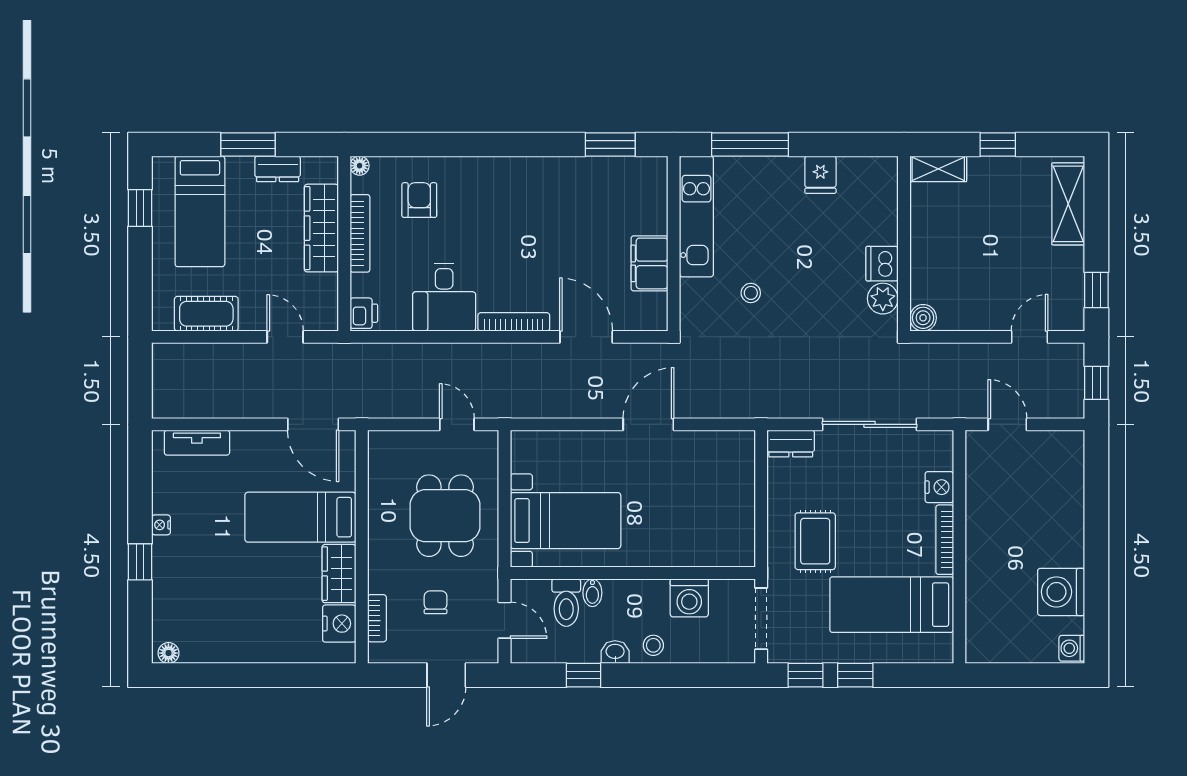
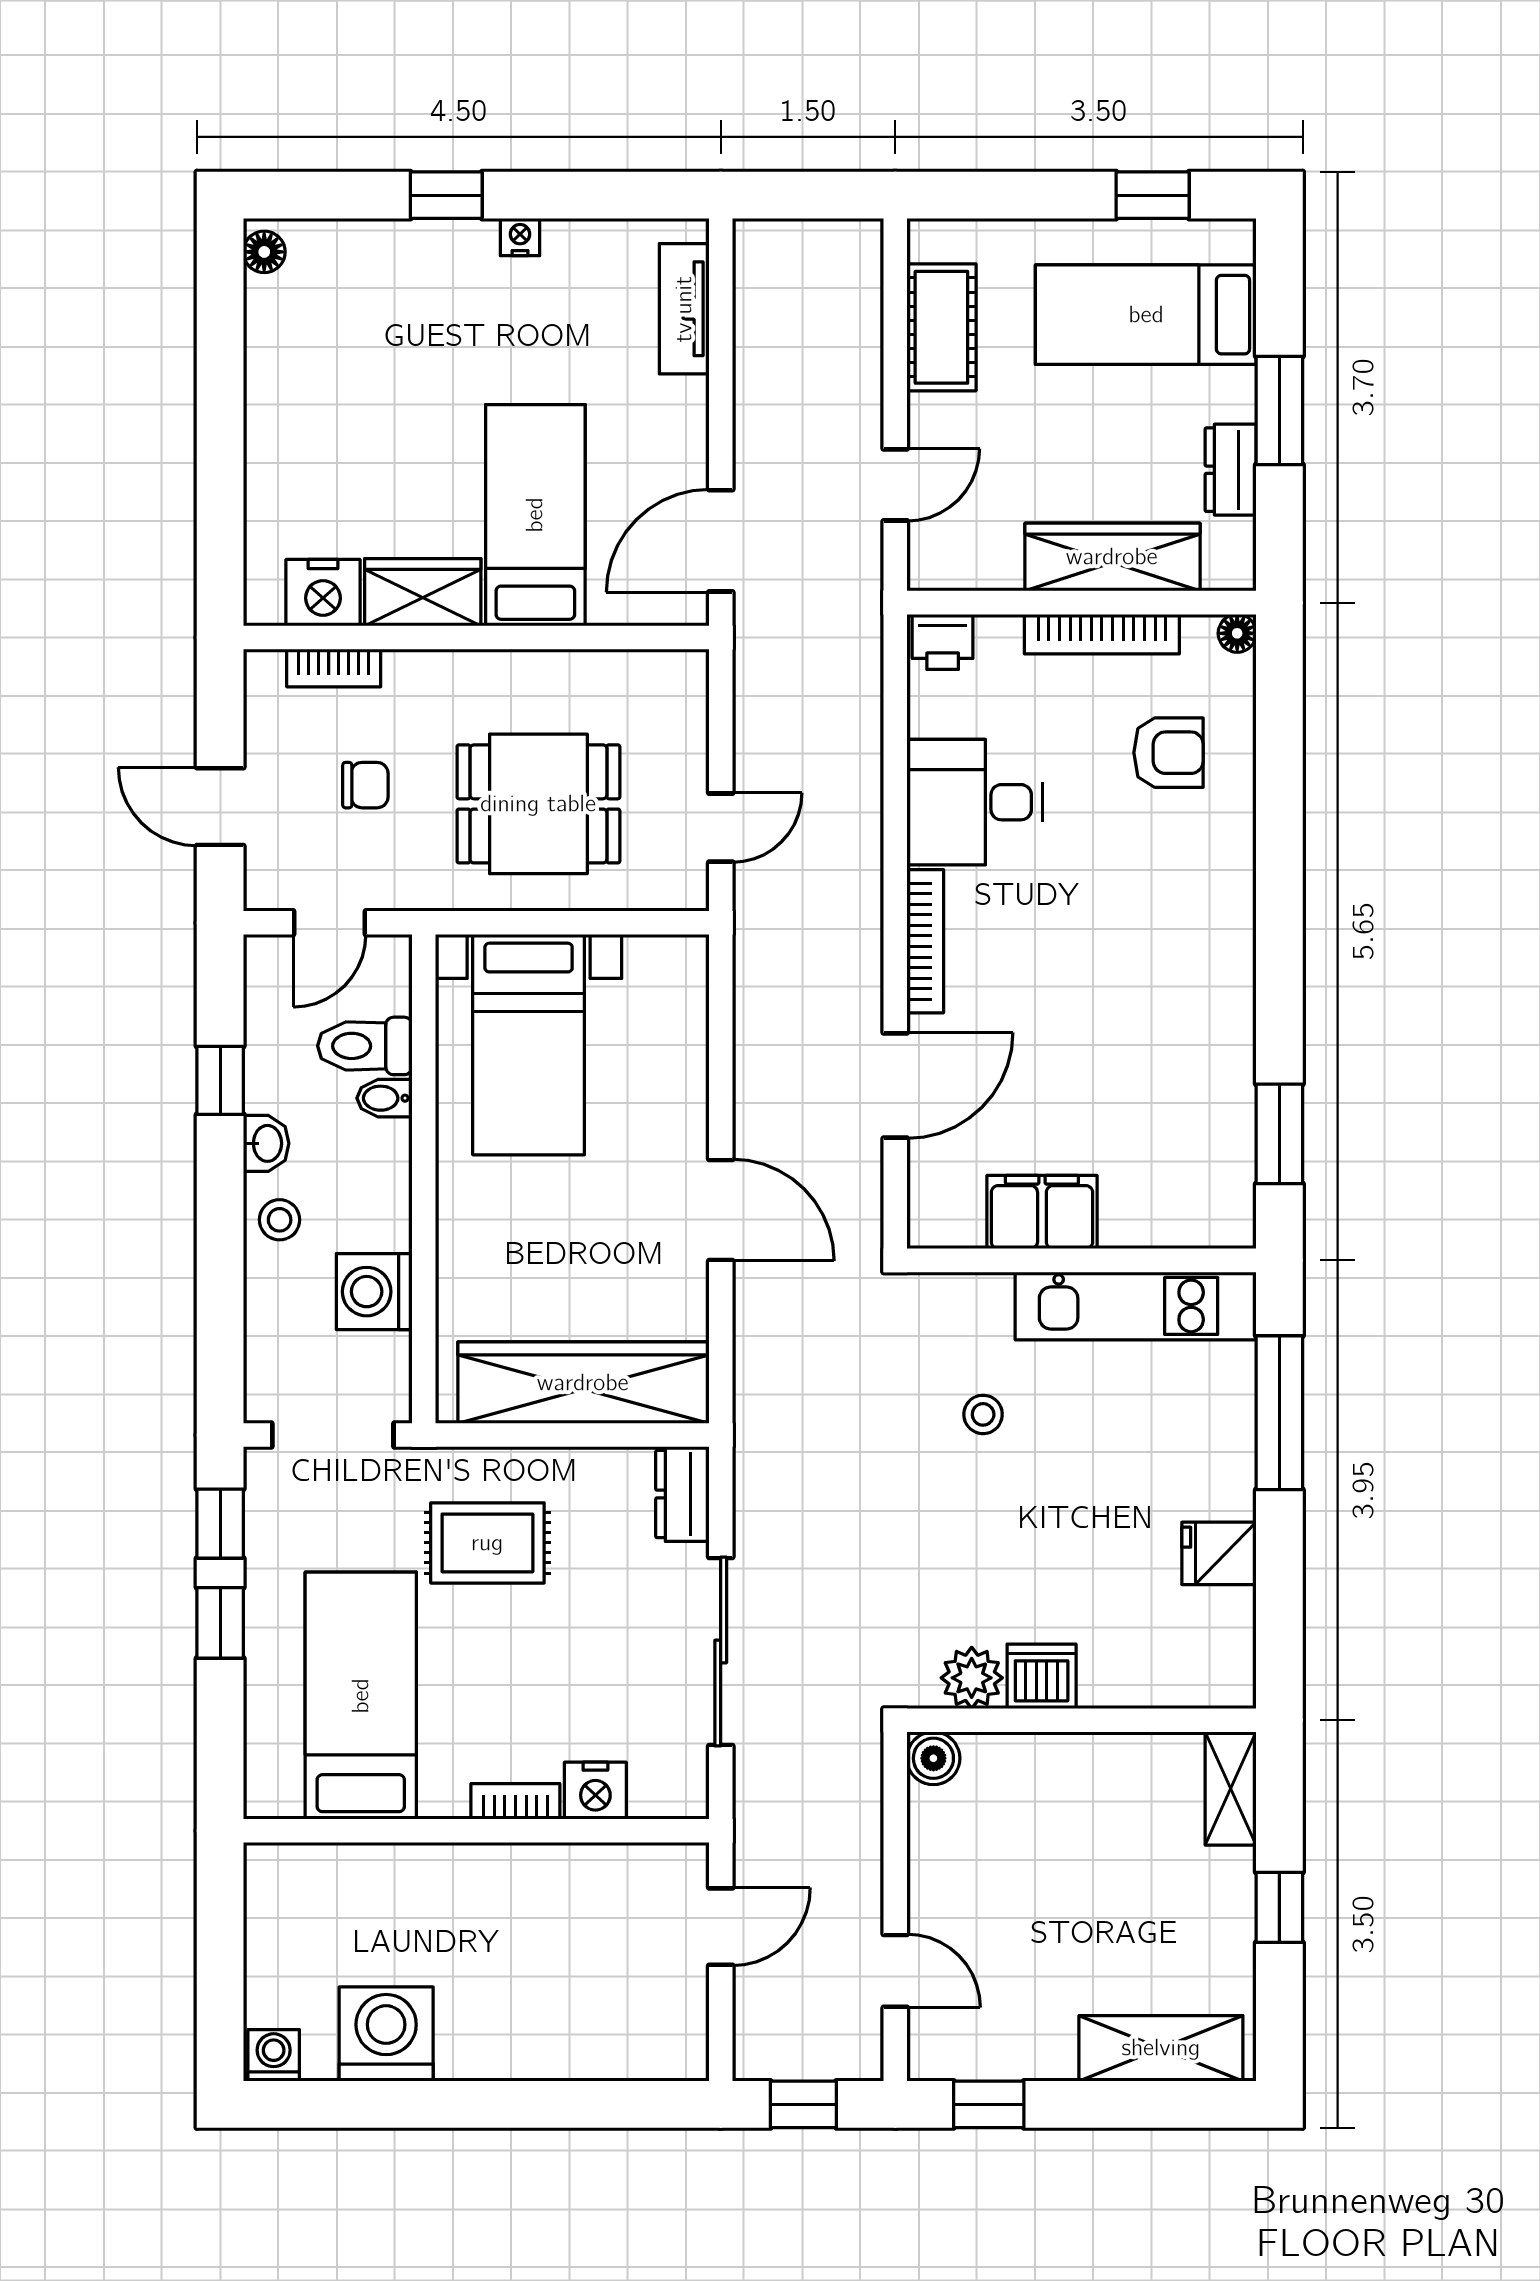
wardrobe: (735, 493) -> (583, 1383), added
bookcase: (945, 540) -> (515, 1801), width x0.64

